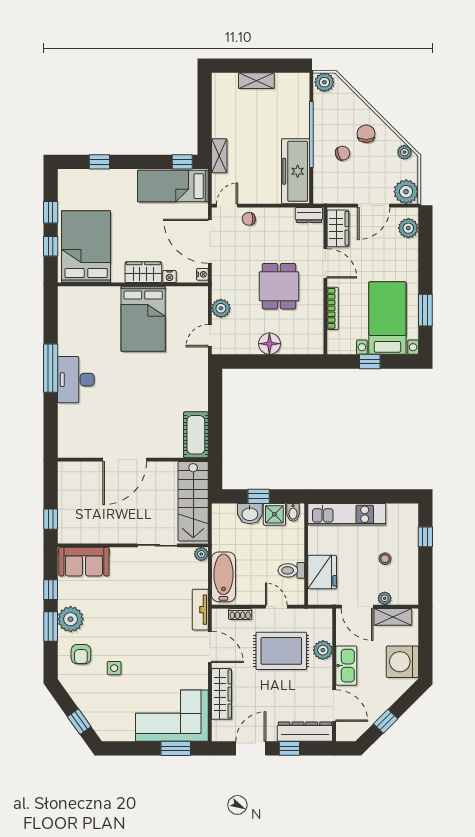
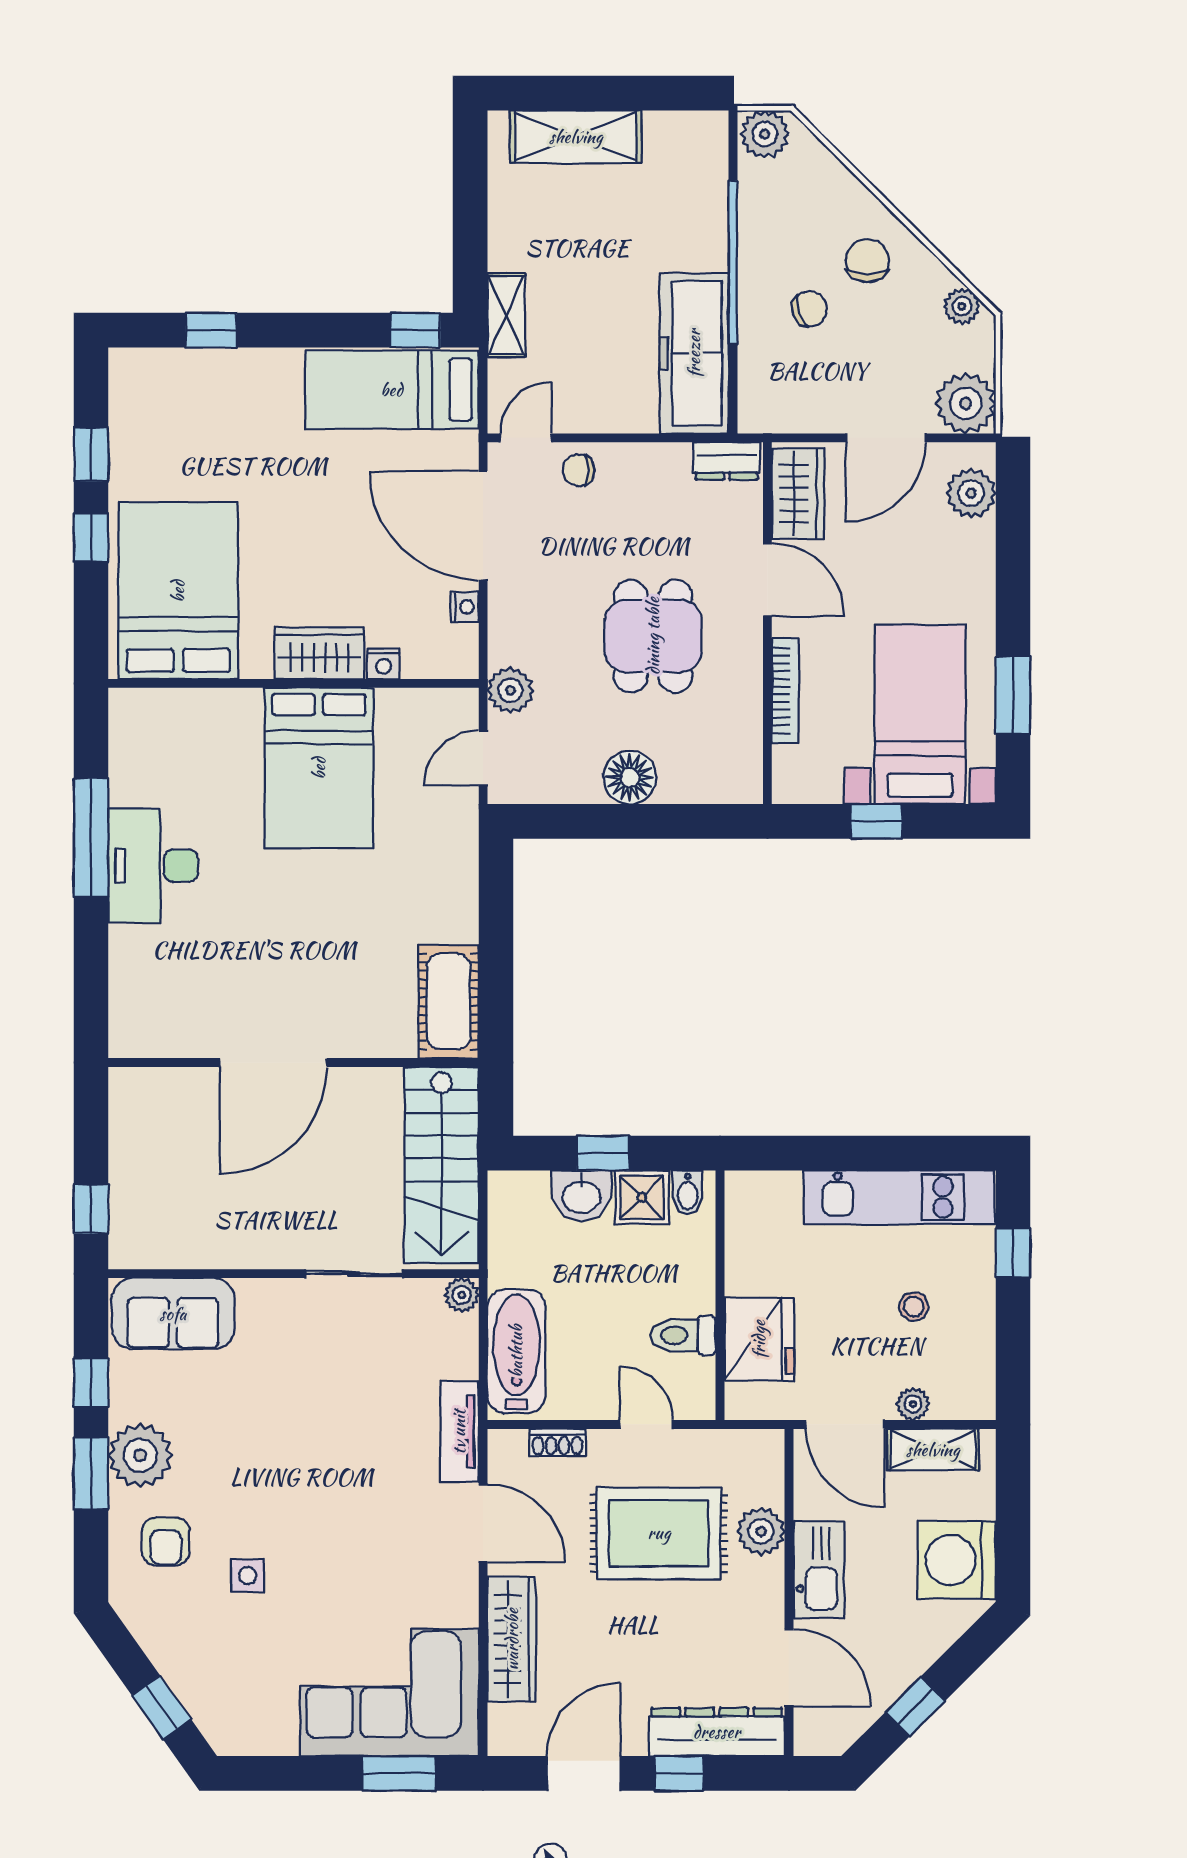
shelving: (256, 81) -> (576, 137), width x1.50, depth x1.33
bed: (86, 247) -> (178, 591), moved
wardrobe: (143, 272) -> (319, 653), moved
nightstand: (169, 277) -> (384, 664), moved
wall: (133, 284) -> (294, 683), moved
bed: (143, 319) -> (319, 768), moved
kitchen unit: (347, 514) -> (899, 1197), moved

